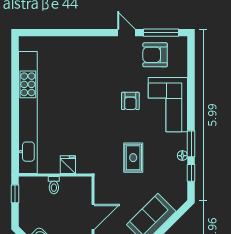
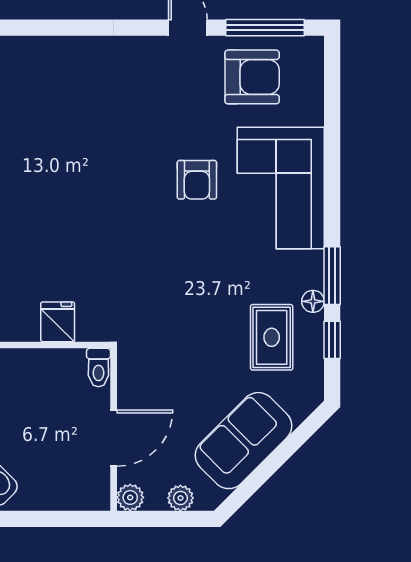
armchair: (155, 55) -> (252, 77), turned 180
rug: (133, 158) -> (272, 337), moved
toilet: (54, 185) -> (98, 368), moved

